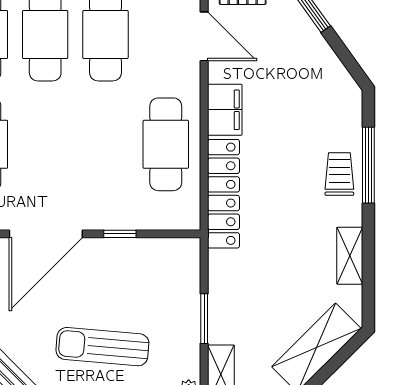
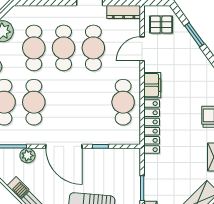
door: (204, 36) -> (142, 49), swing flipped
door: (46, 234) -> (64, 146), hinge flipped

